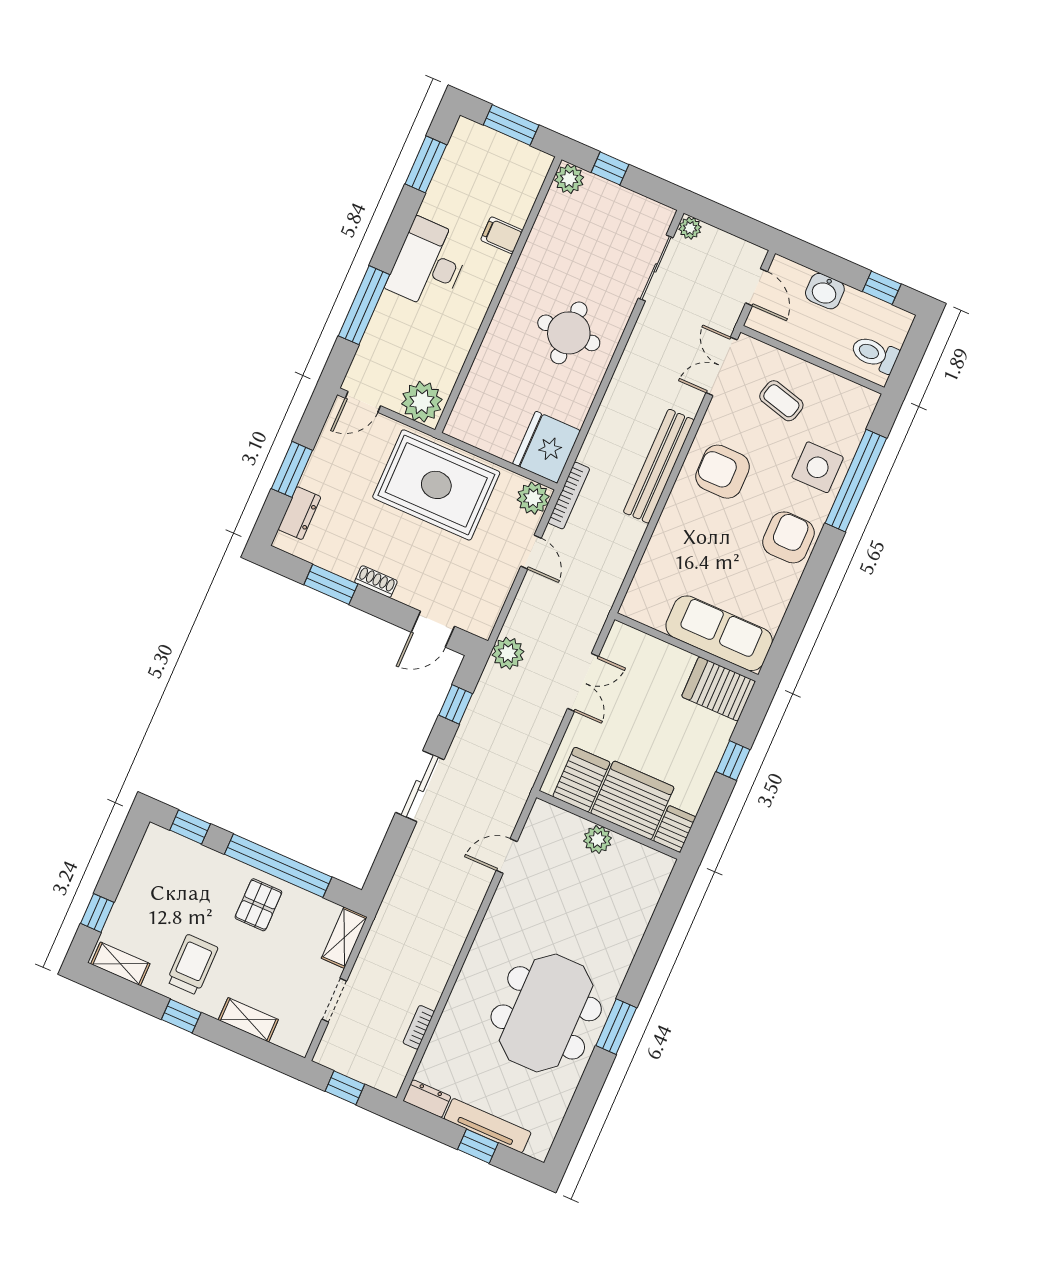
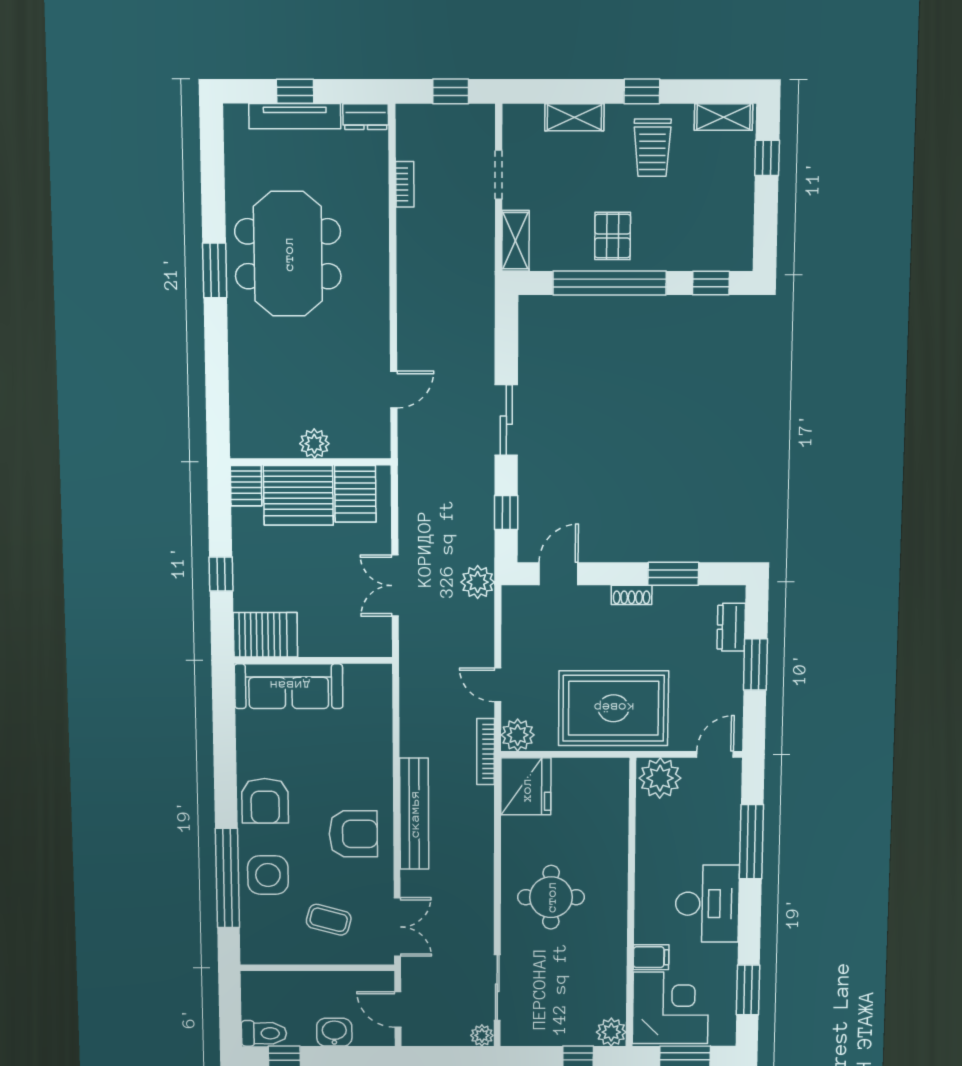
corner desk: (505, 178) -> (670, 1008), added
toilet: (875, 354) -> (264, 1033), moved

